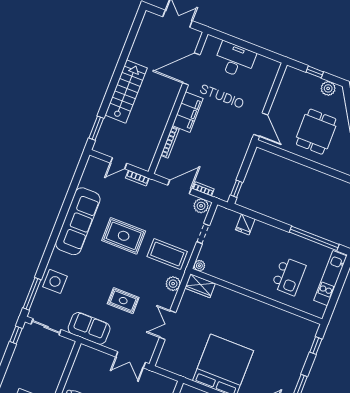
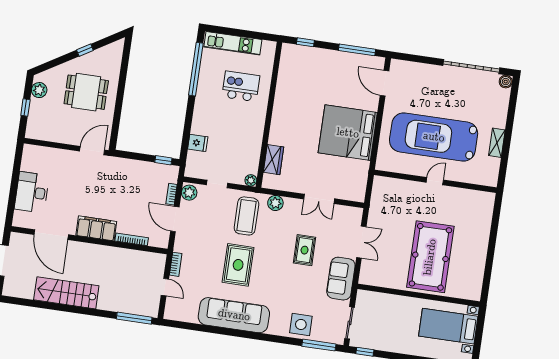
stairs: (126, 91) -> (66, 293), moved
window: (96, 128) -> (134, 318), width x1.44
wardrobe: (200, 286) -> (274, 160), moved
double door: (131, 360) -> (361, 242), moved

